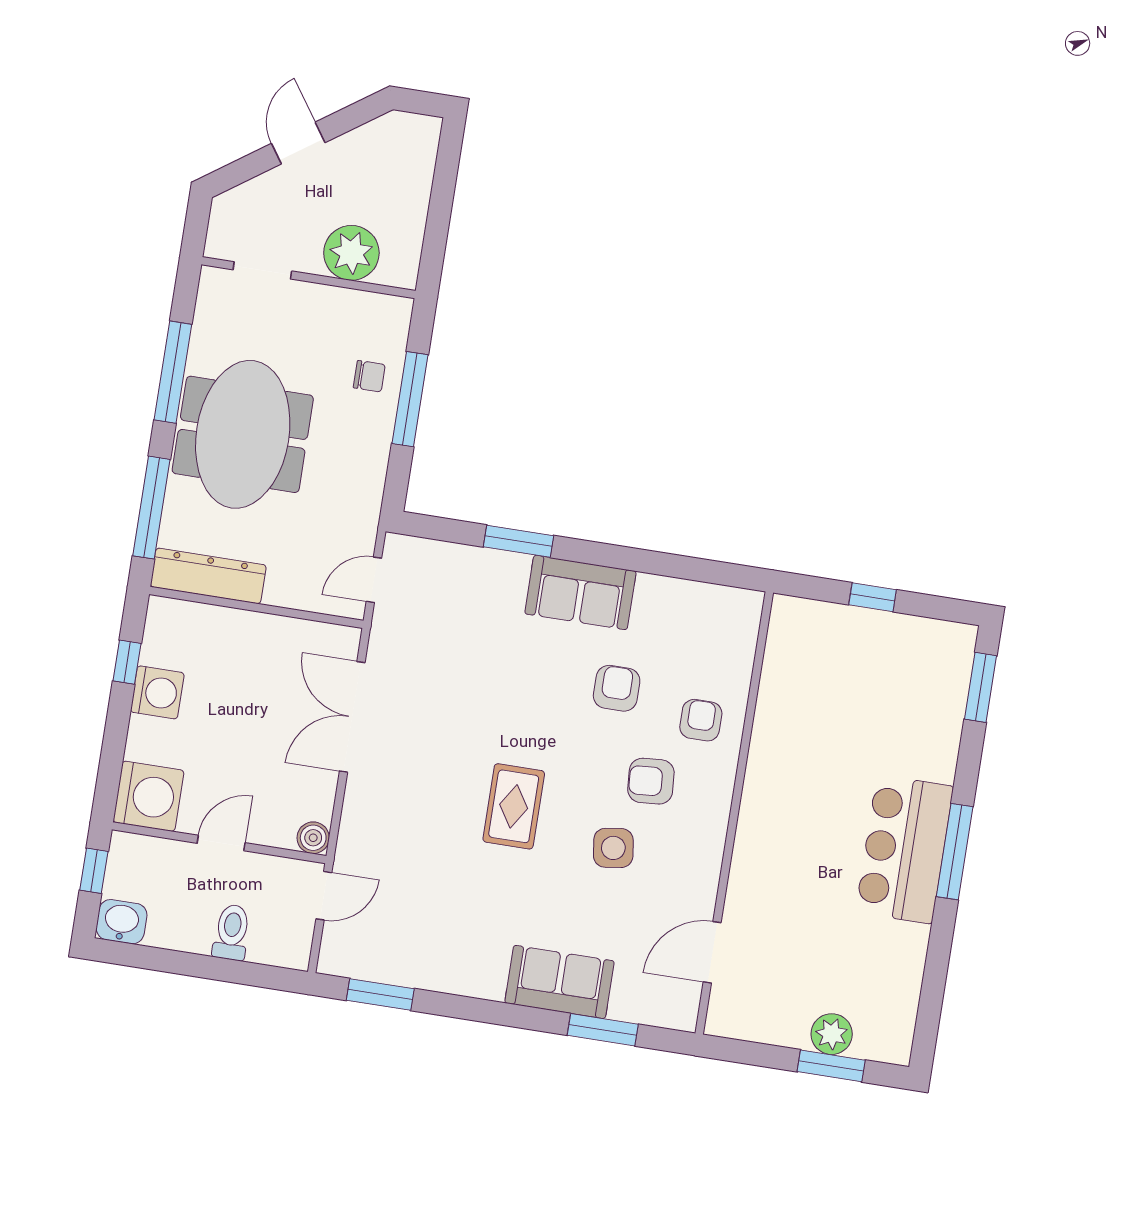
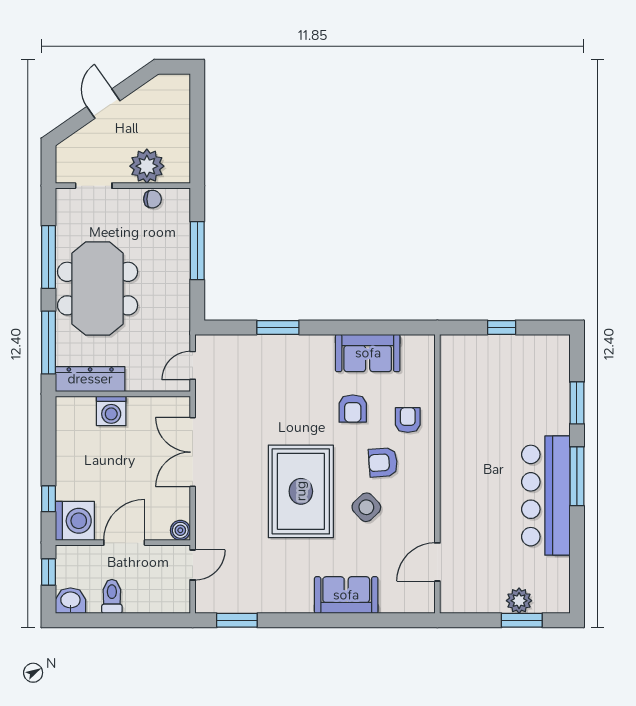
chair: (369, 376) -> (153, 199), moved
sofa: (580, 592) -> (368, 353), moved
window: (127, 662) -> (48, 499), moved
window: (981, 687) -> (577, 403), moved
armchair: (617, 688) -> (353, 409), turned 180
washing machine: (157, 692) -> (111, 411), moved, turned 90
rug: (514, 806) -> (301, 491), width x1.86, depth x2.06
door: (221, 843) -> (124, 543), width x1.38
side table: (613, 848) -> (366, 507), turned -35
bar counter: (904, 849) -> (546, 496), width x1.36
toilet: (232, 932) -> (112, 596), moved
window: (603, 1030) -> (378, 620), removed

